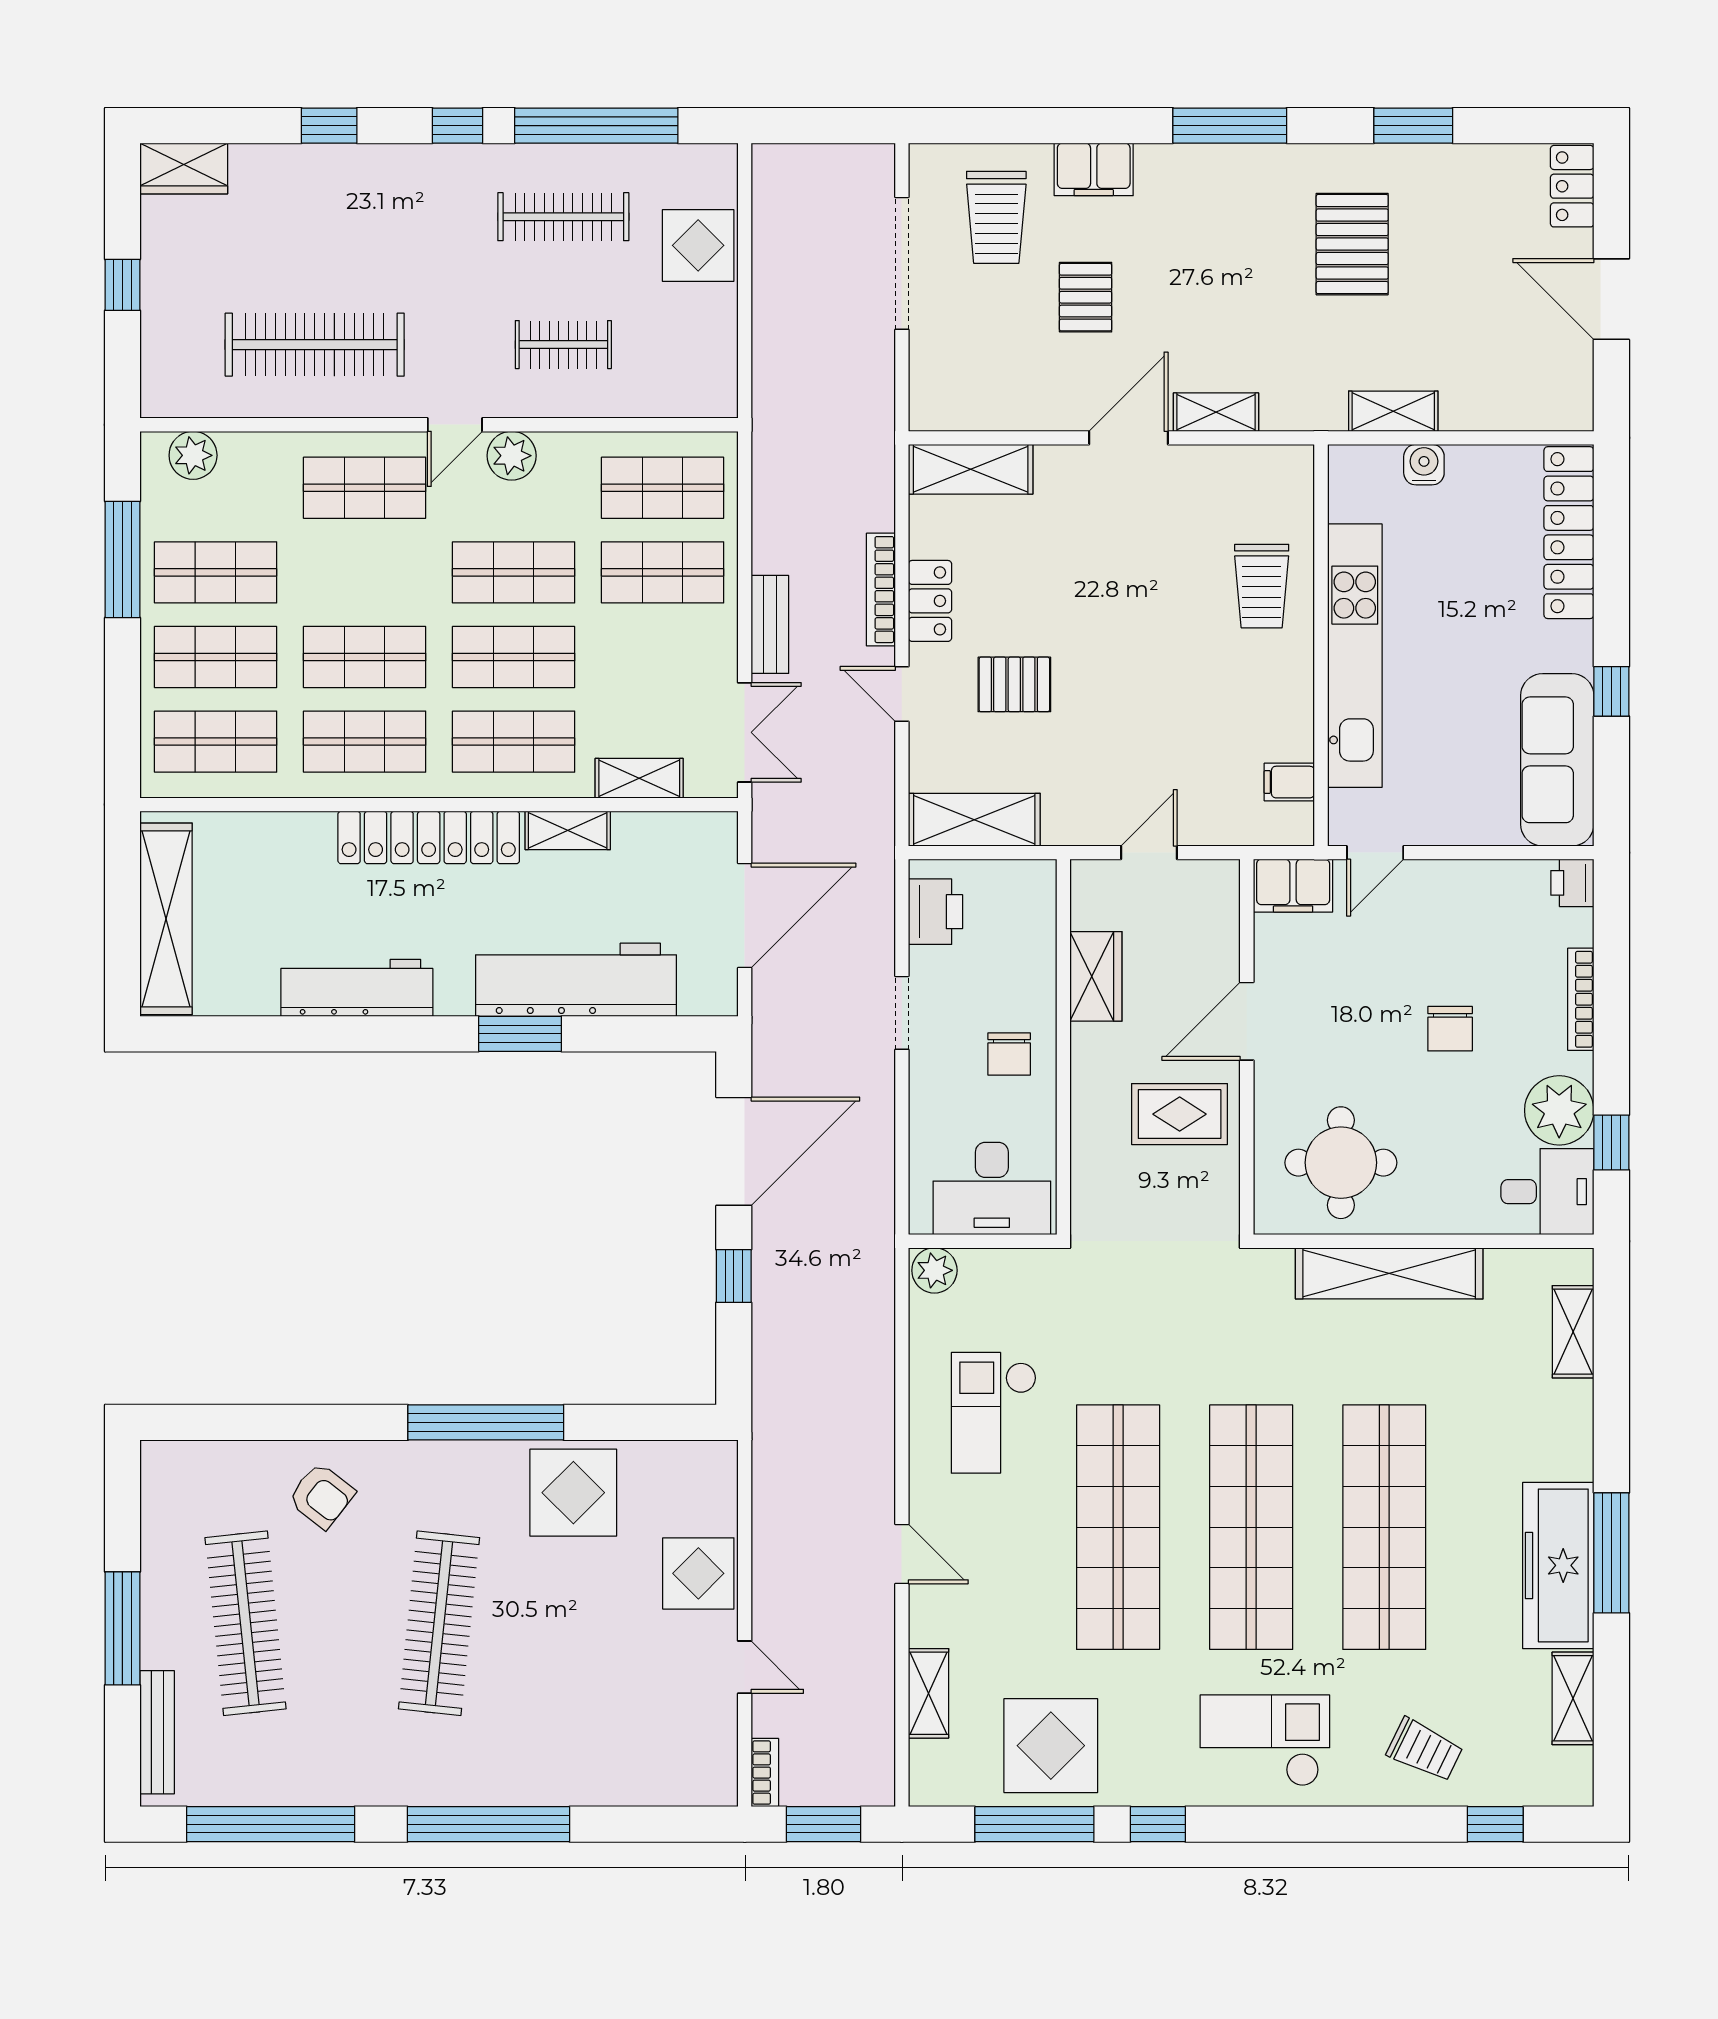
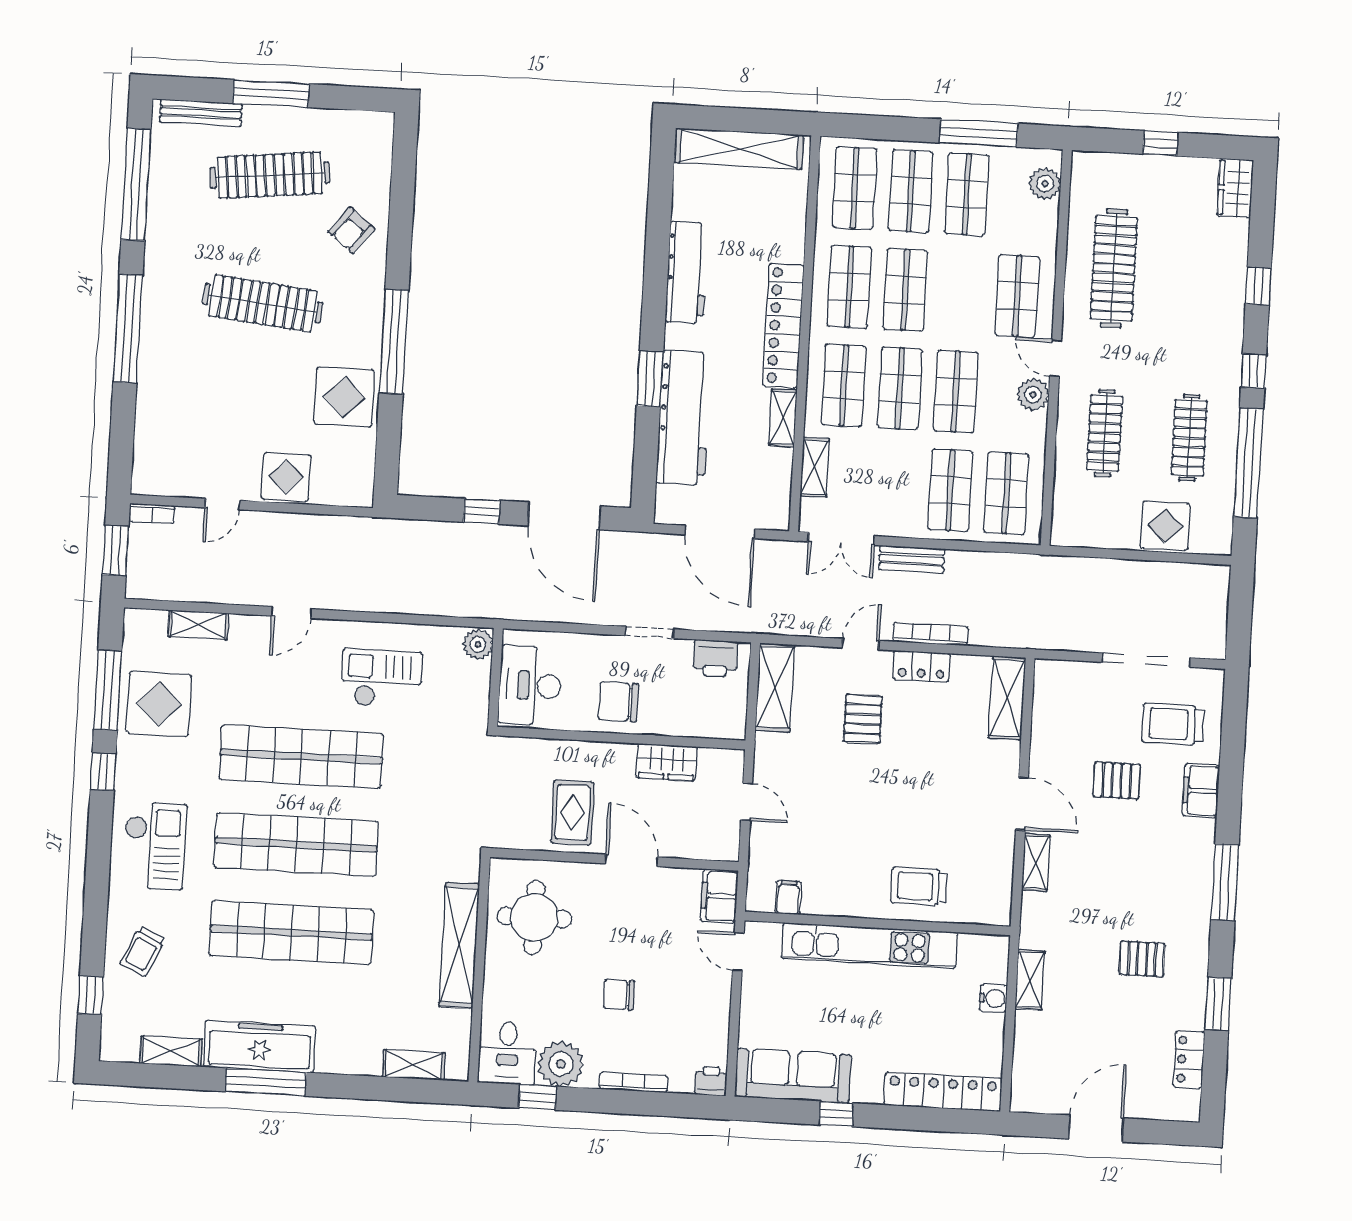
locker: (1572, 186) -> (1189, 1059), moved, turned -90
pallet: (1352, 244) -> (1142, 959), width x0.67, depth x0.71
clothes rail: (563, 345) -> (1105, 433), width x1.36
chair: (1009, 1054) -> (618, 702), width x1.37, depth x1.37

